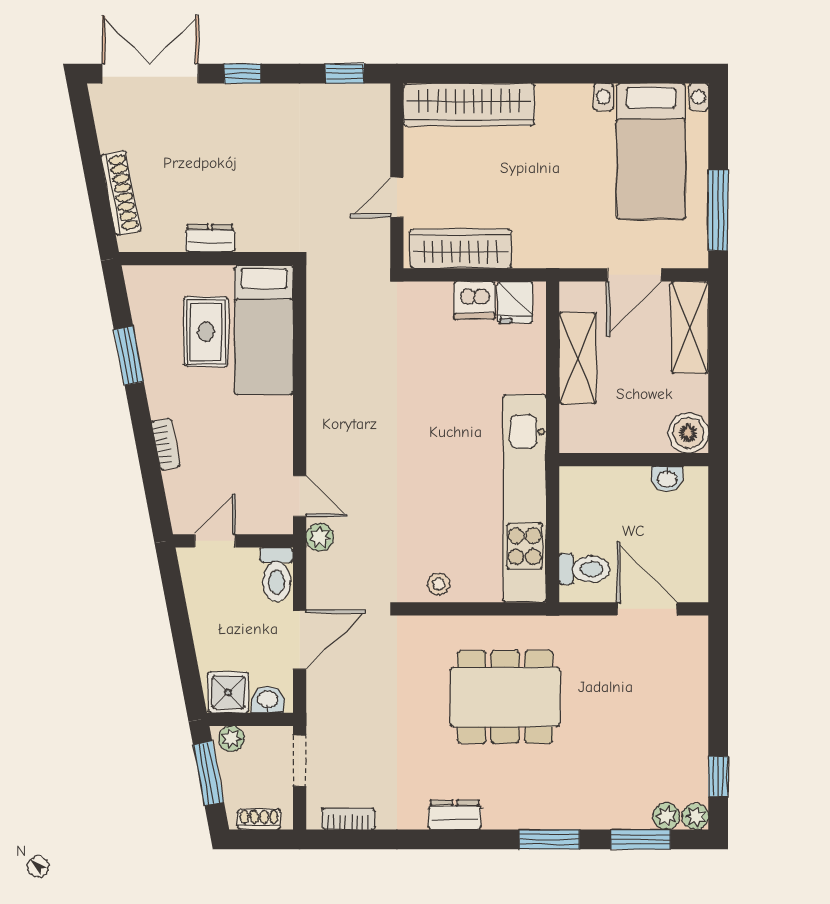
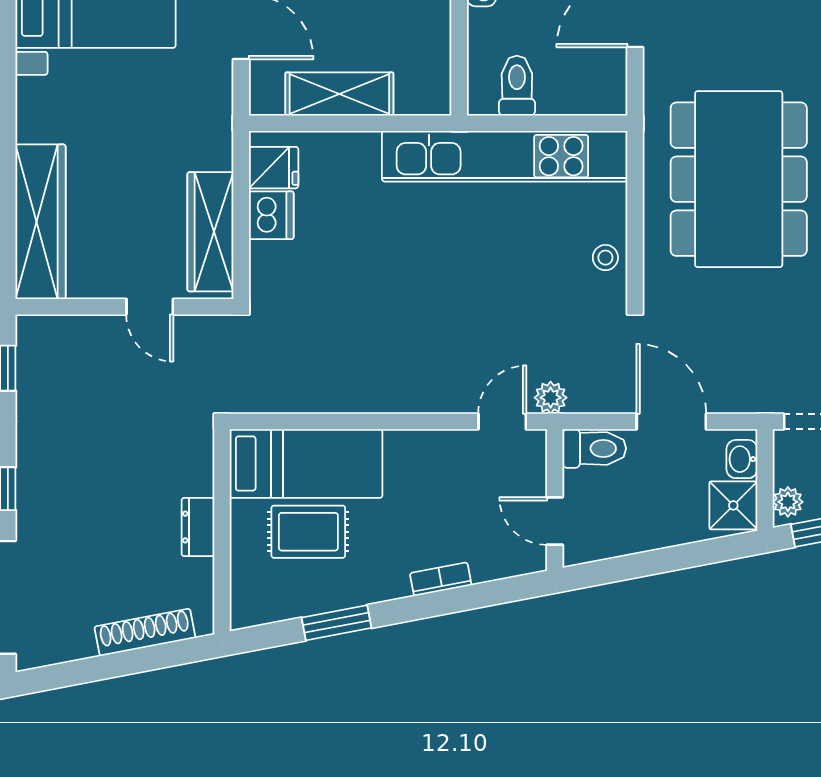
toilet: (585, 569) -> (517, 86), moved
dining table: (505, 697) -> (739, 179), width x1.36, depth x1.24

